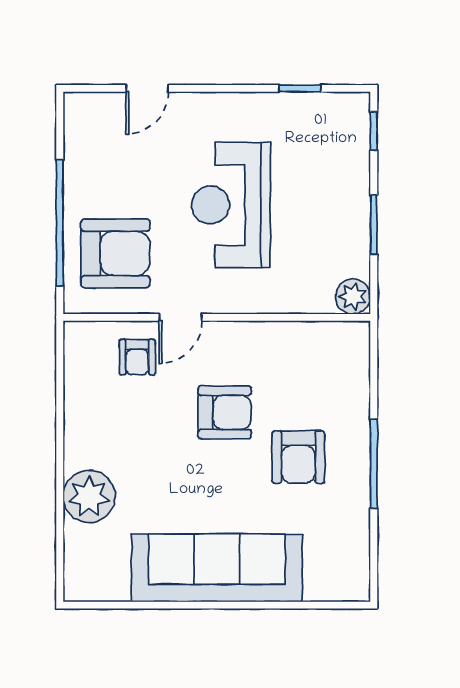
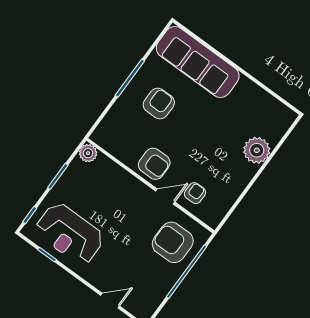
reception desk: (231, 205) -> (70, 234), moved, turned 90
armchair: (225, 412) -> (154, 164), moved, turned 180
sofa: (217, 568) -> (198, 62), moved

